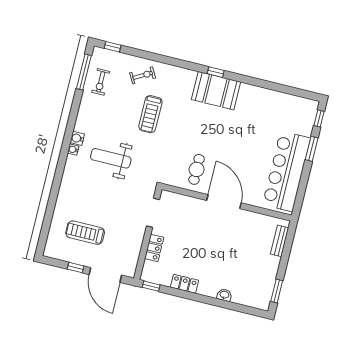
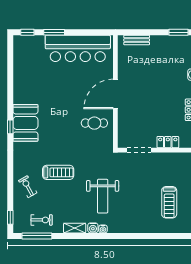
shelving: (82, 117) -> (75, 228), added

